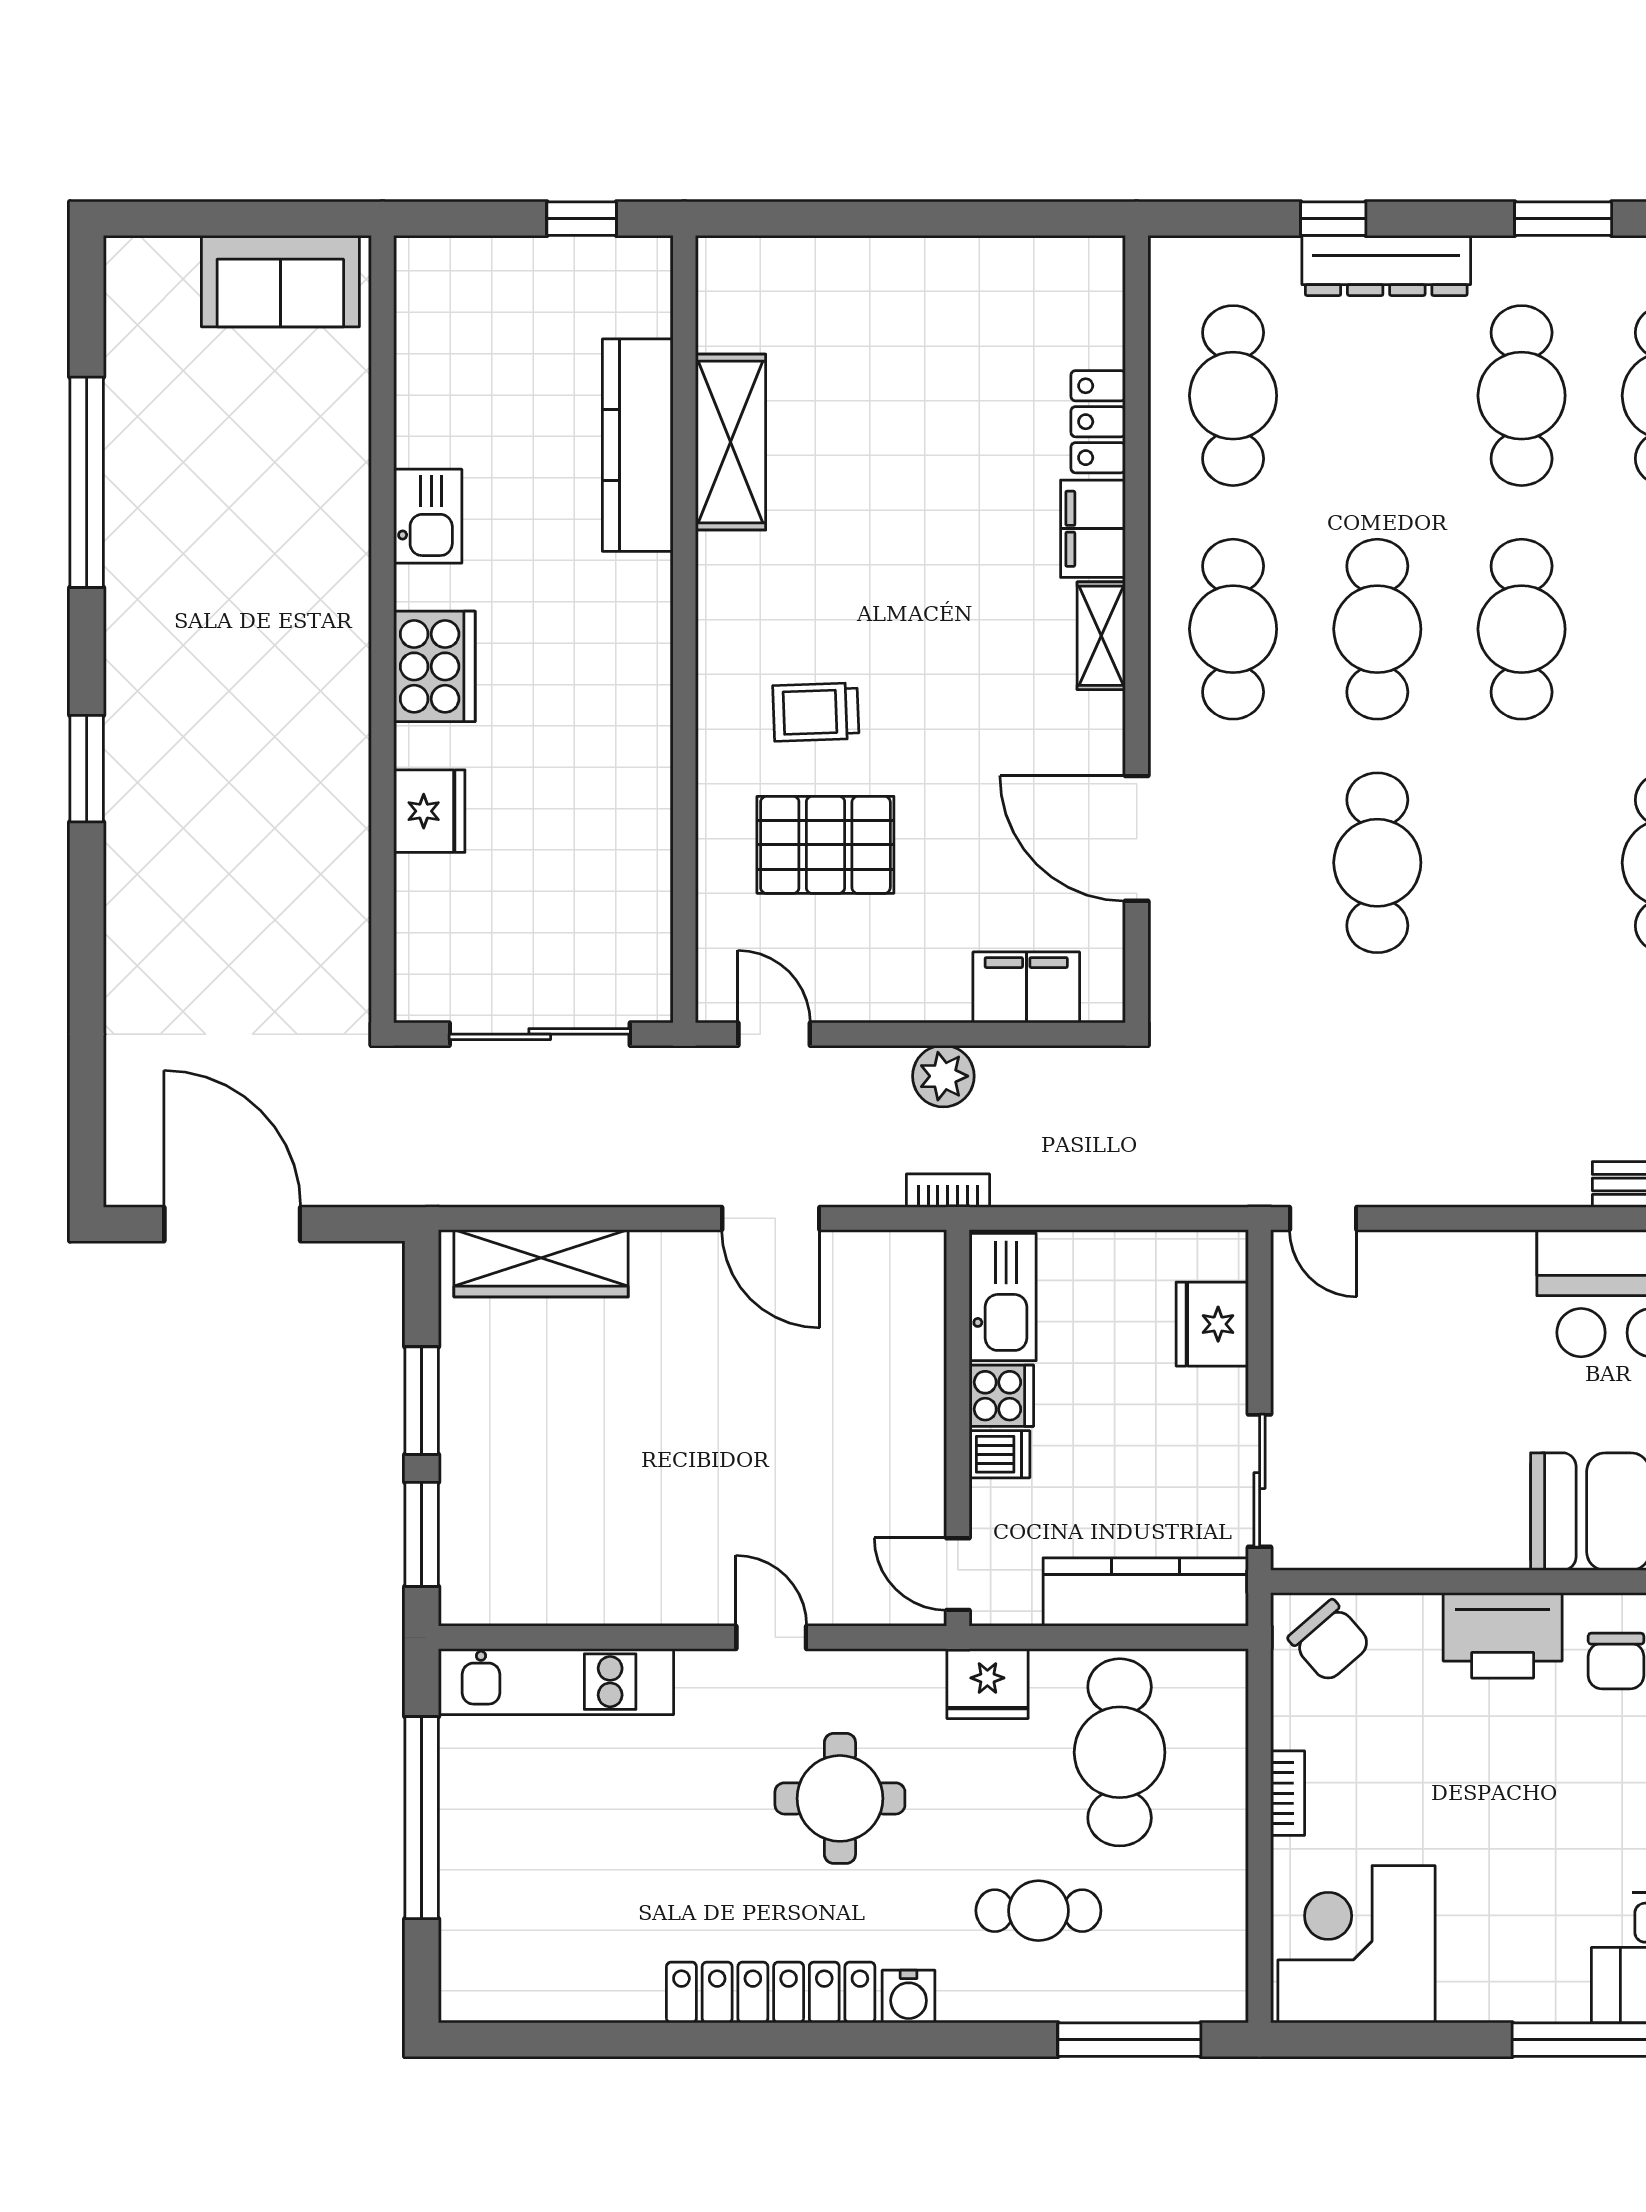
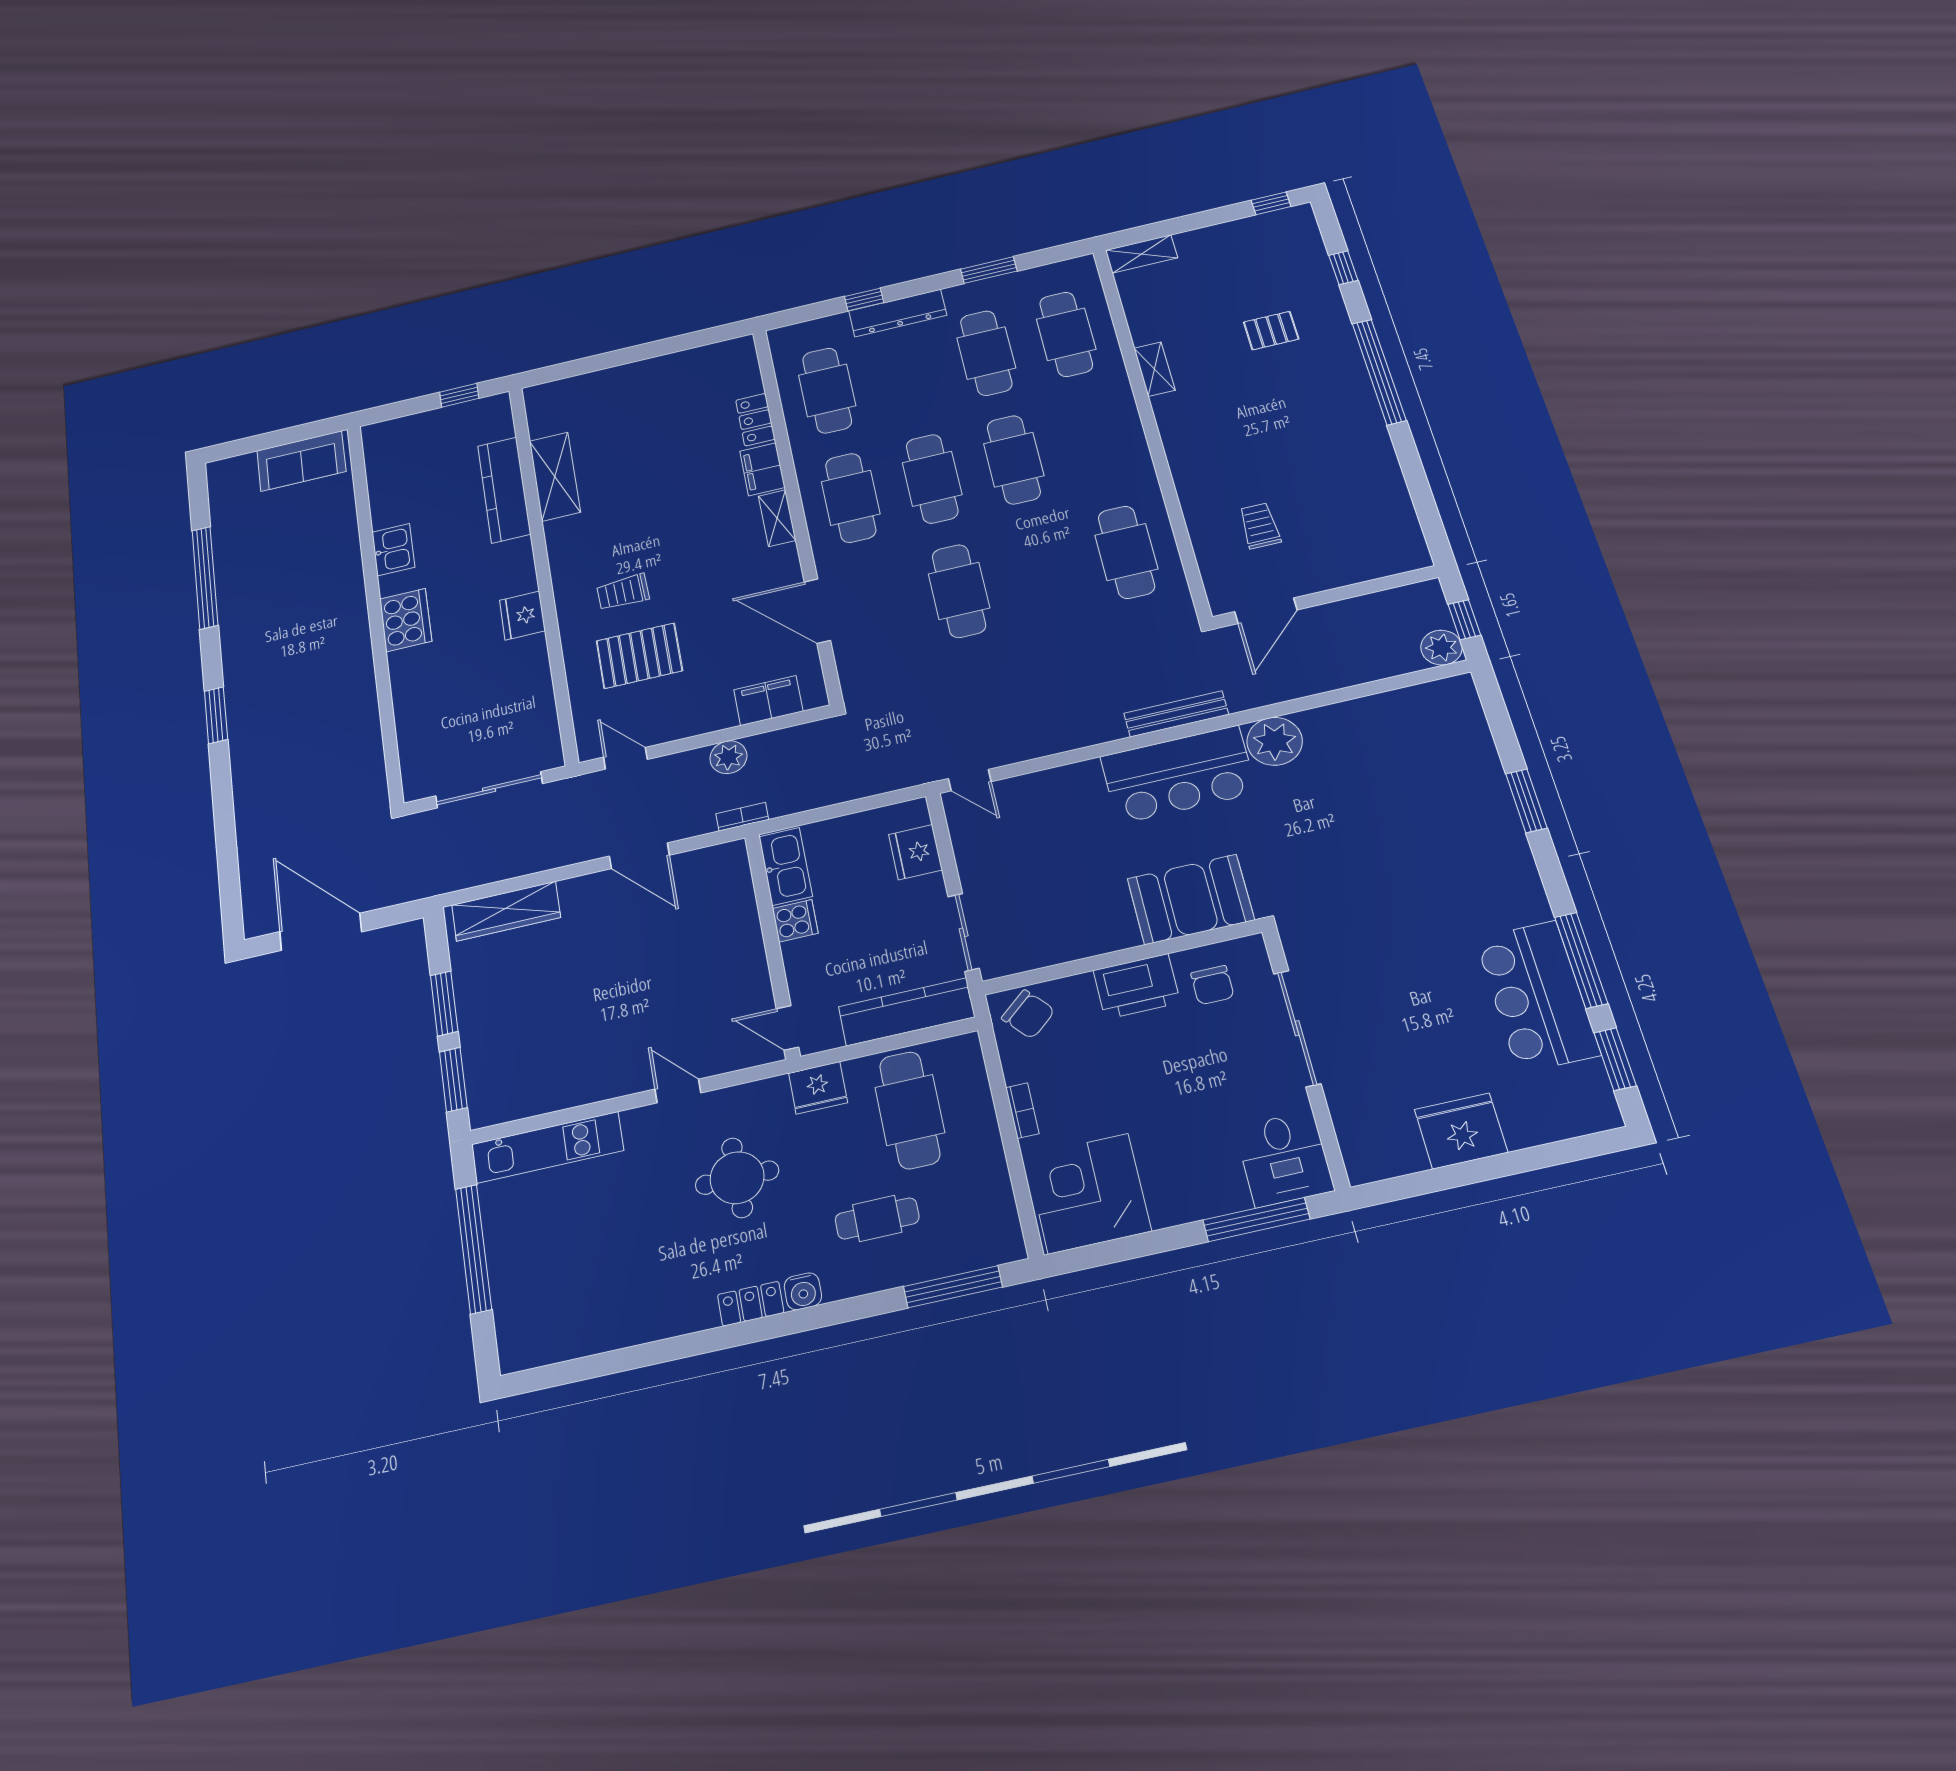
fridge: (429, 811) -> (522, 616), moved, turned 180
dishwasher: (999, 1454) -> (800, 954), removed
locker: (771, 1992) -> (751, 1304), width x0.46, depth x0.83

